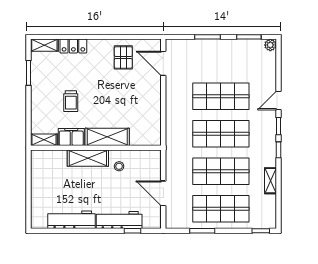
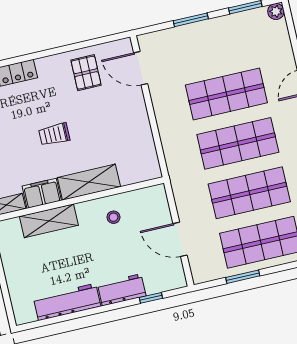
trolley: (71, 101) -> (54, 134), moved, turned 90
shelving: (88, 158) -> (49, 221), moved
workbench: (119, 220) -> (122, 290), width x0.73

